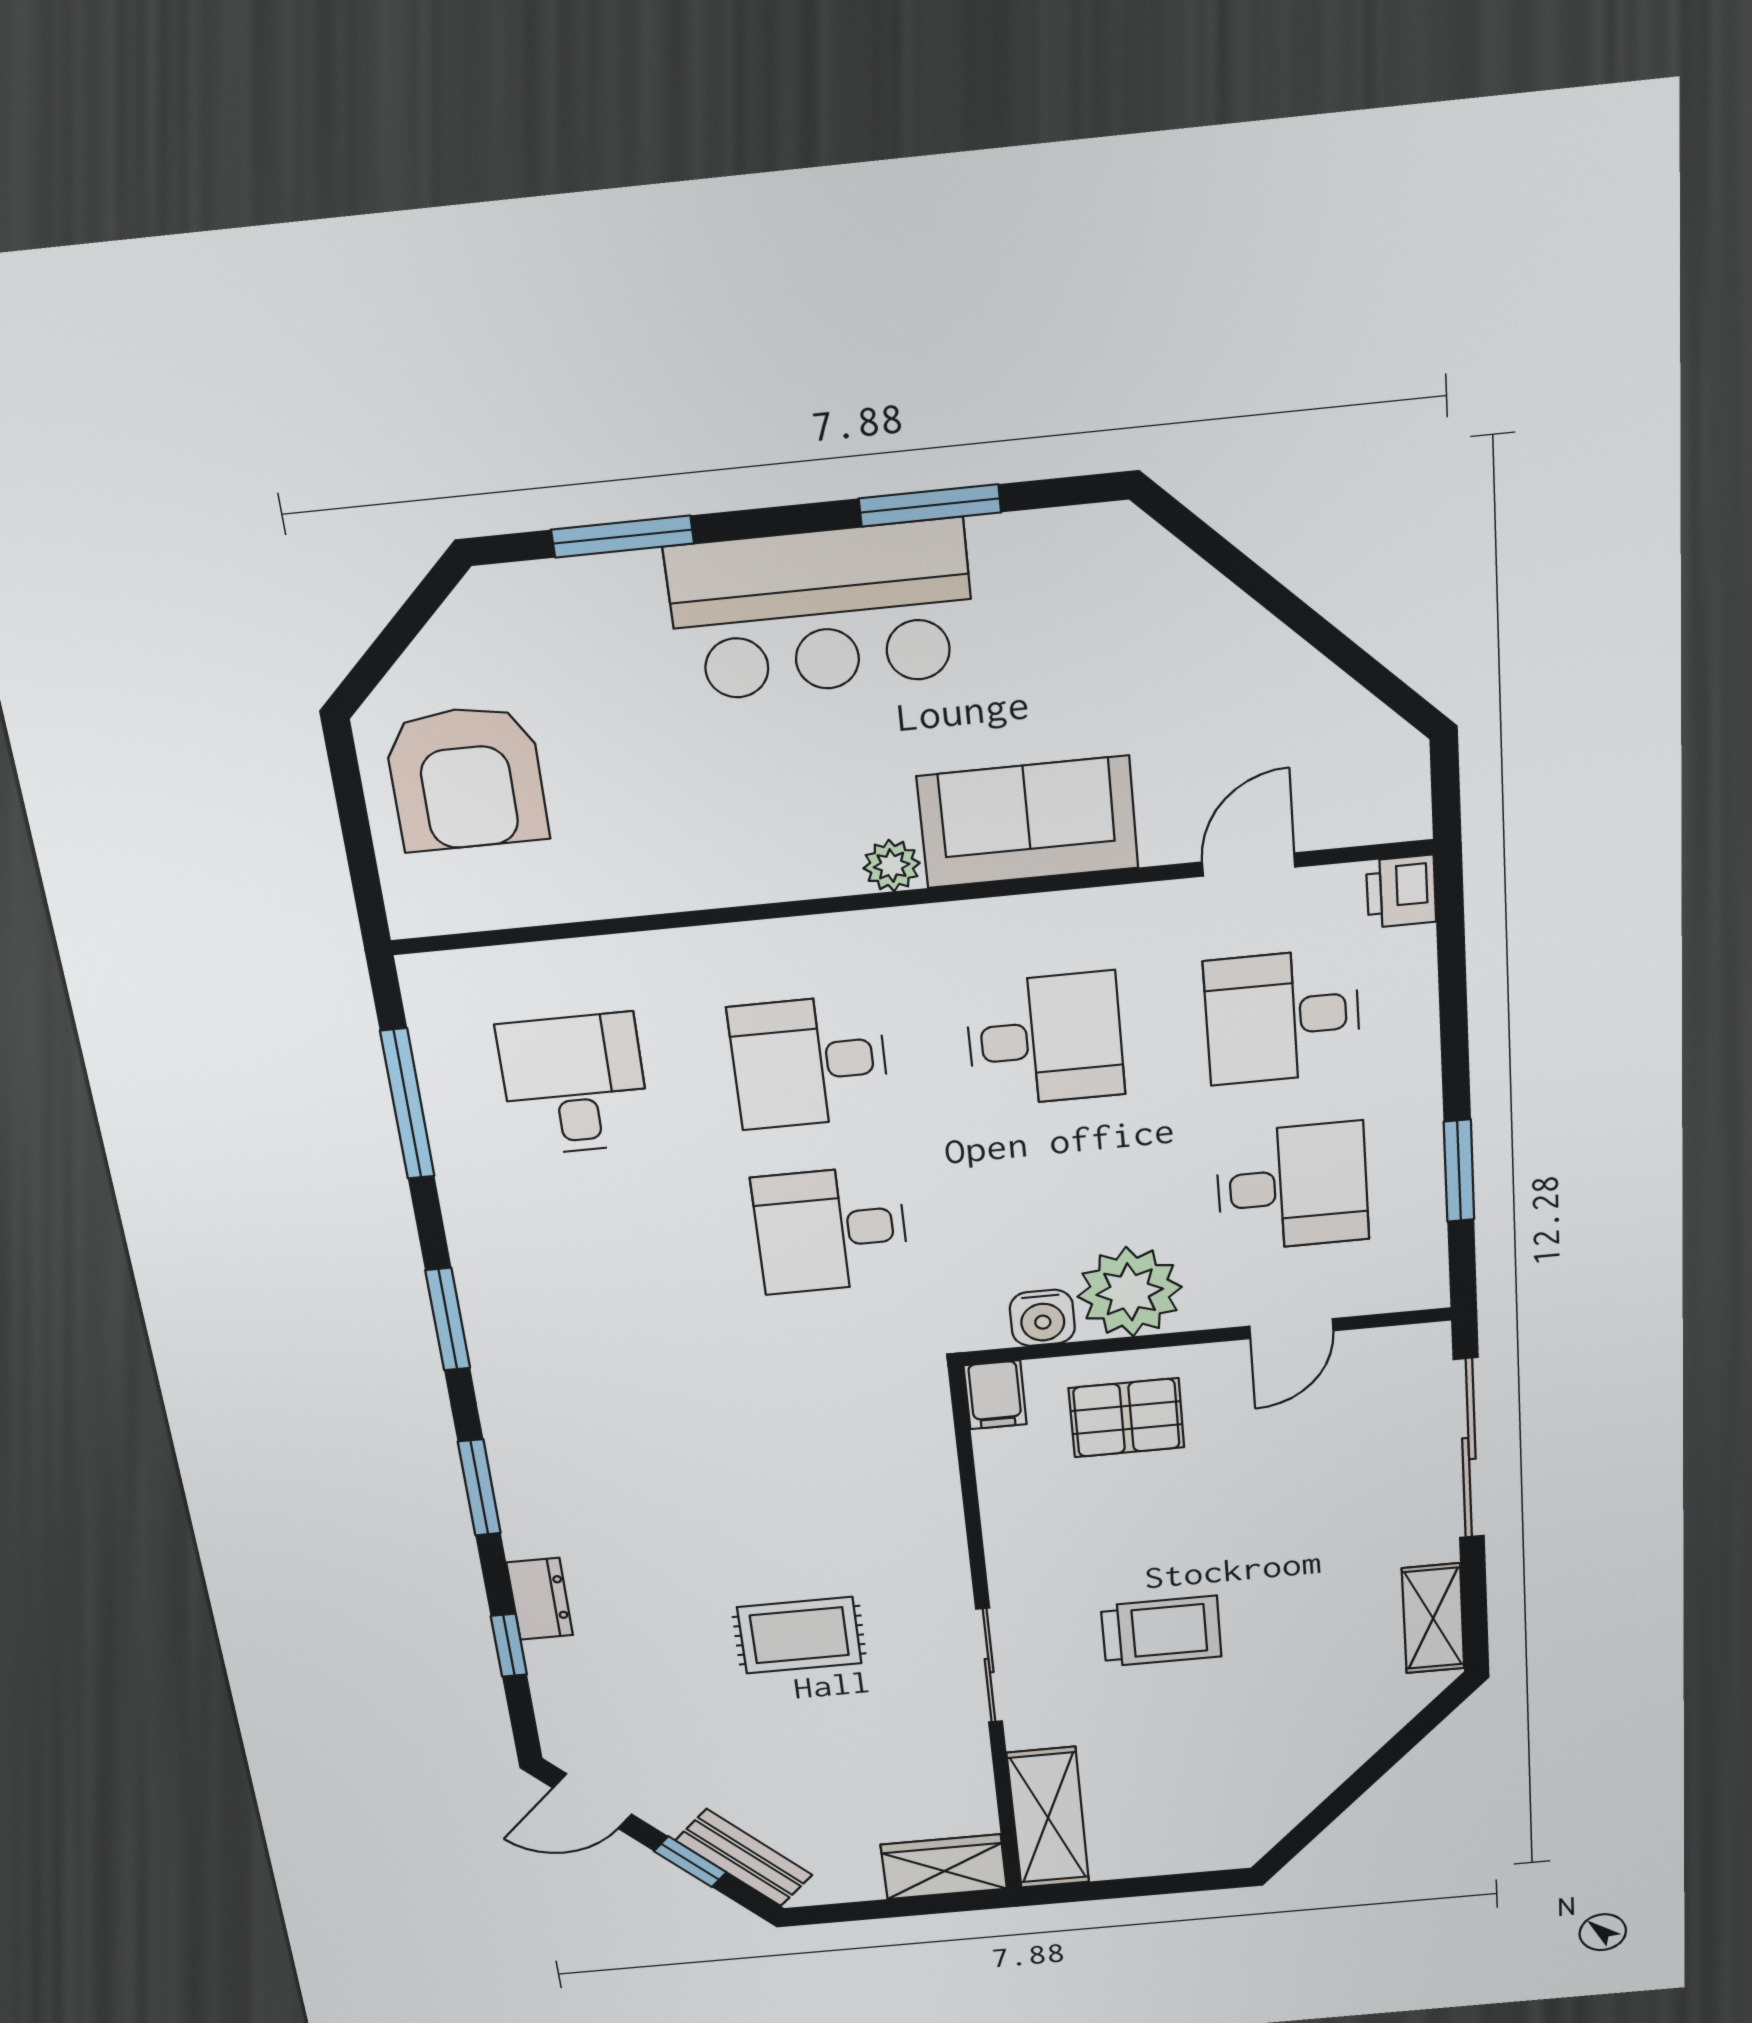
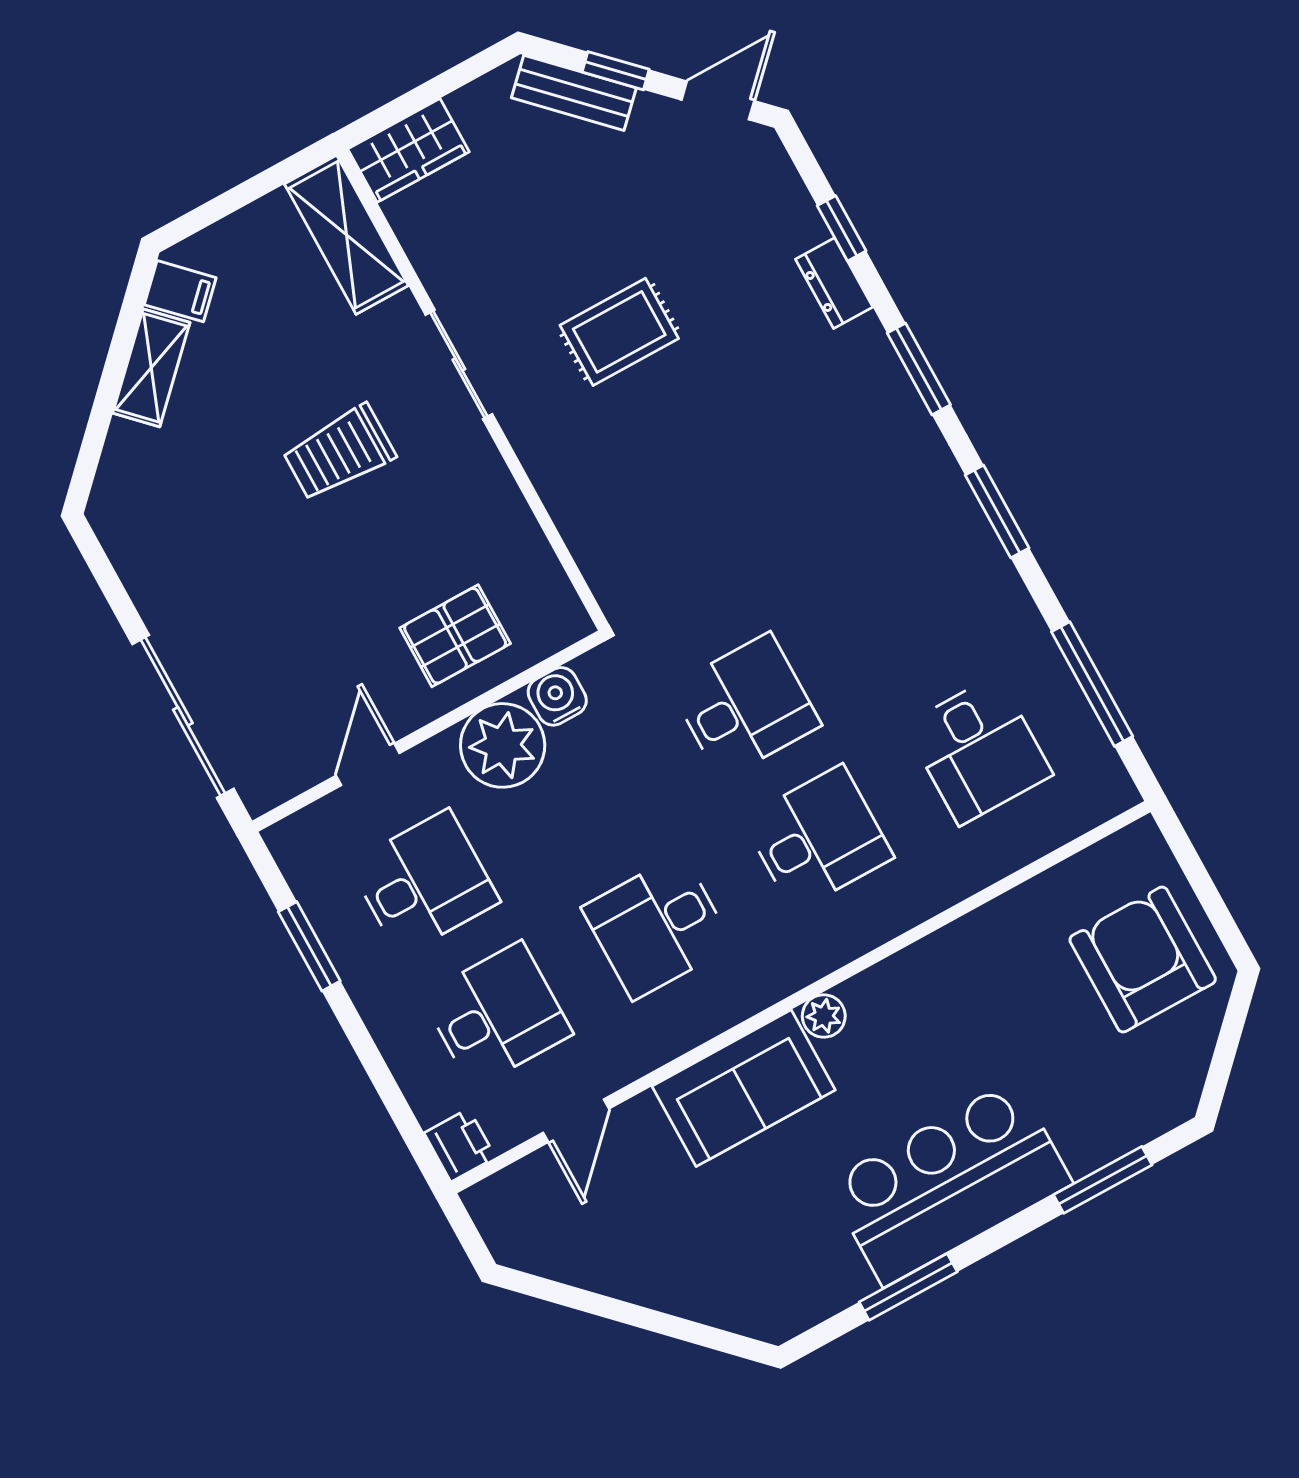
desk: (1292, 1187) -> (424, 883), turned 180
filing cabinet: (995, 1395) -> (180, 291), moved, turned 135
shelving: (1433, 1618) -> (151, 368), moved, turned 45

